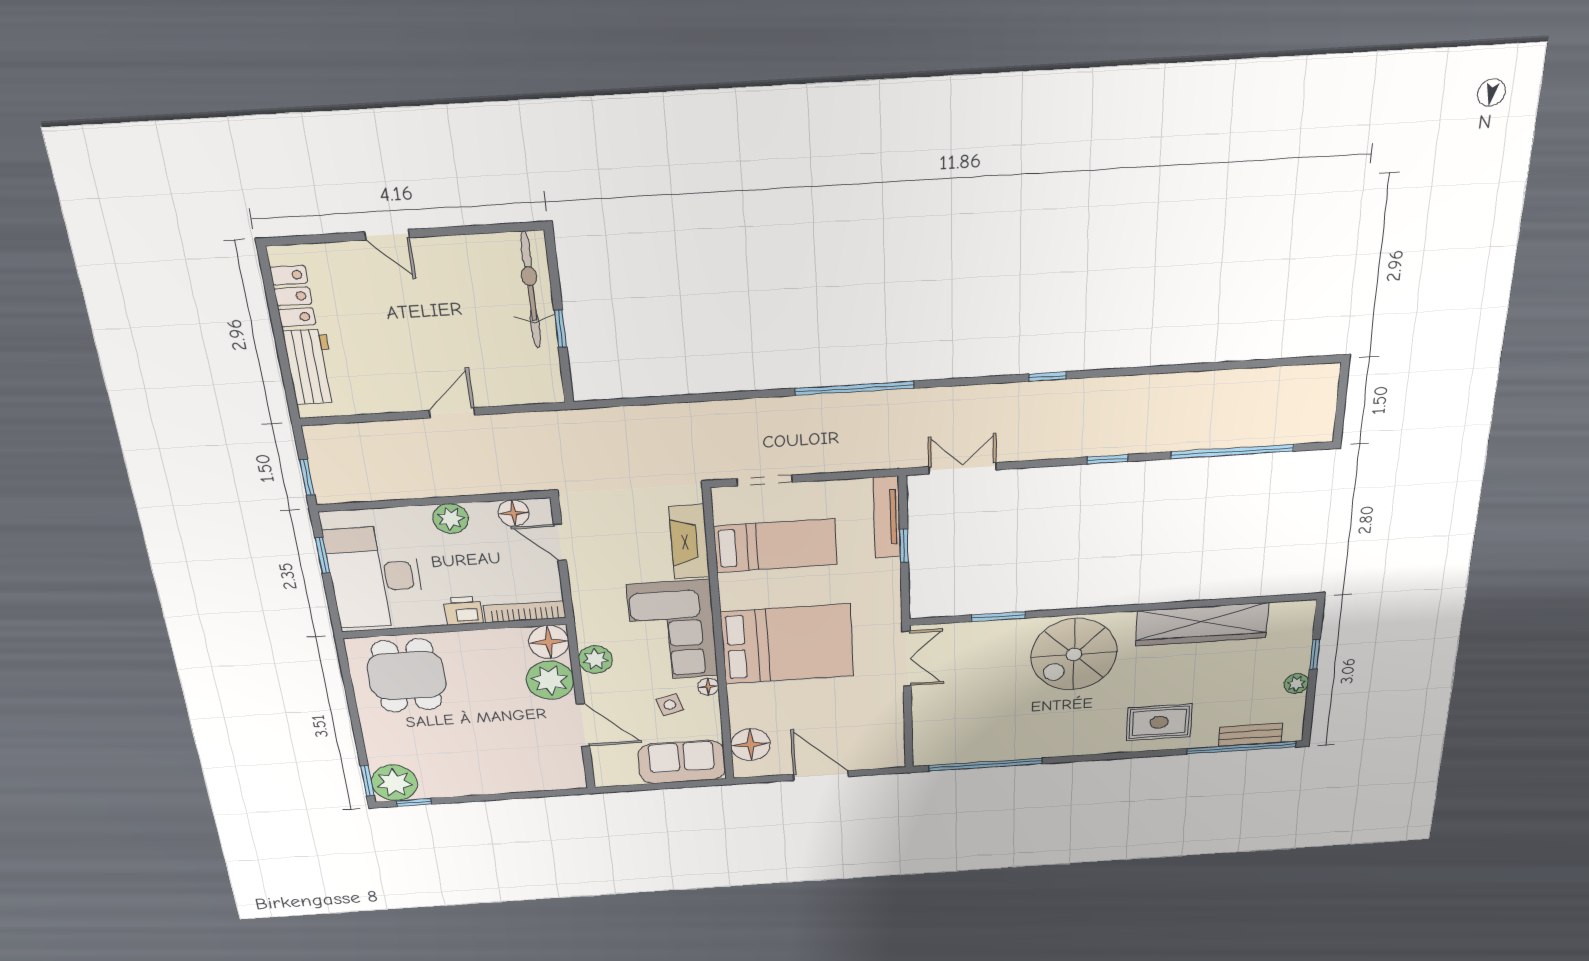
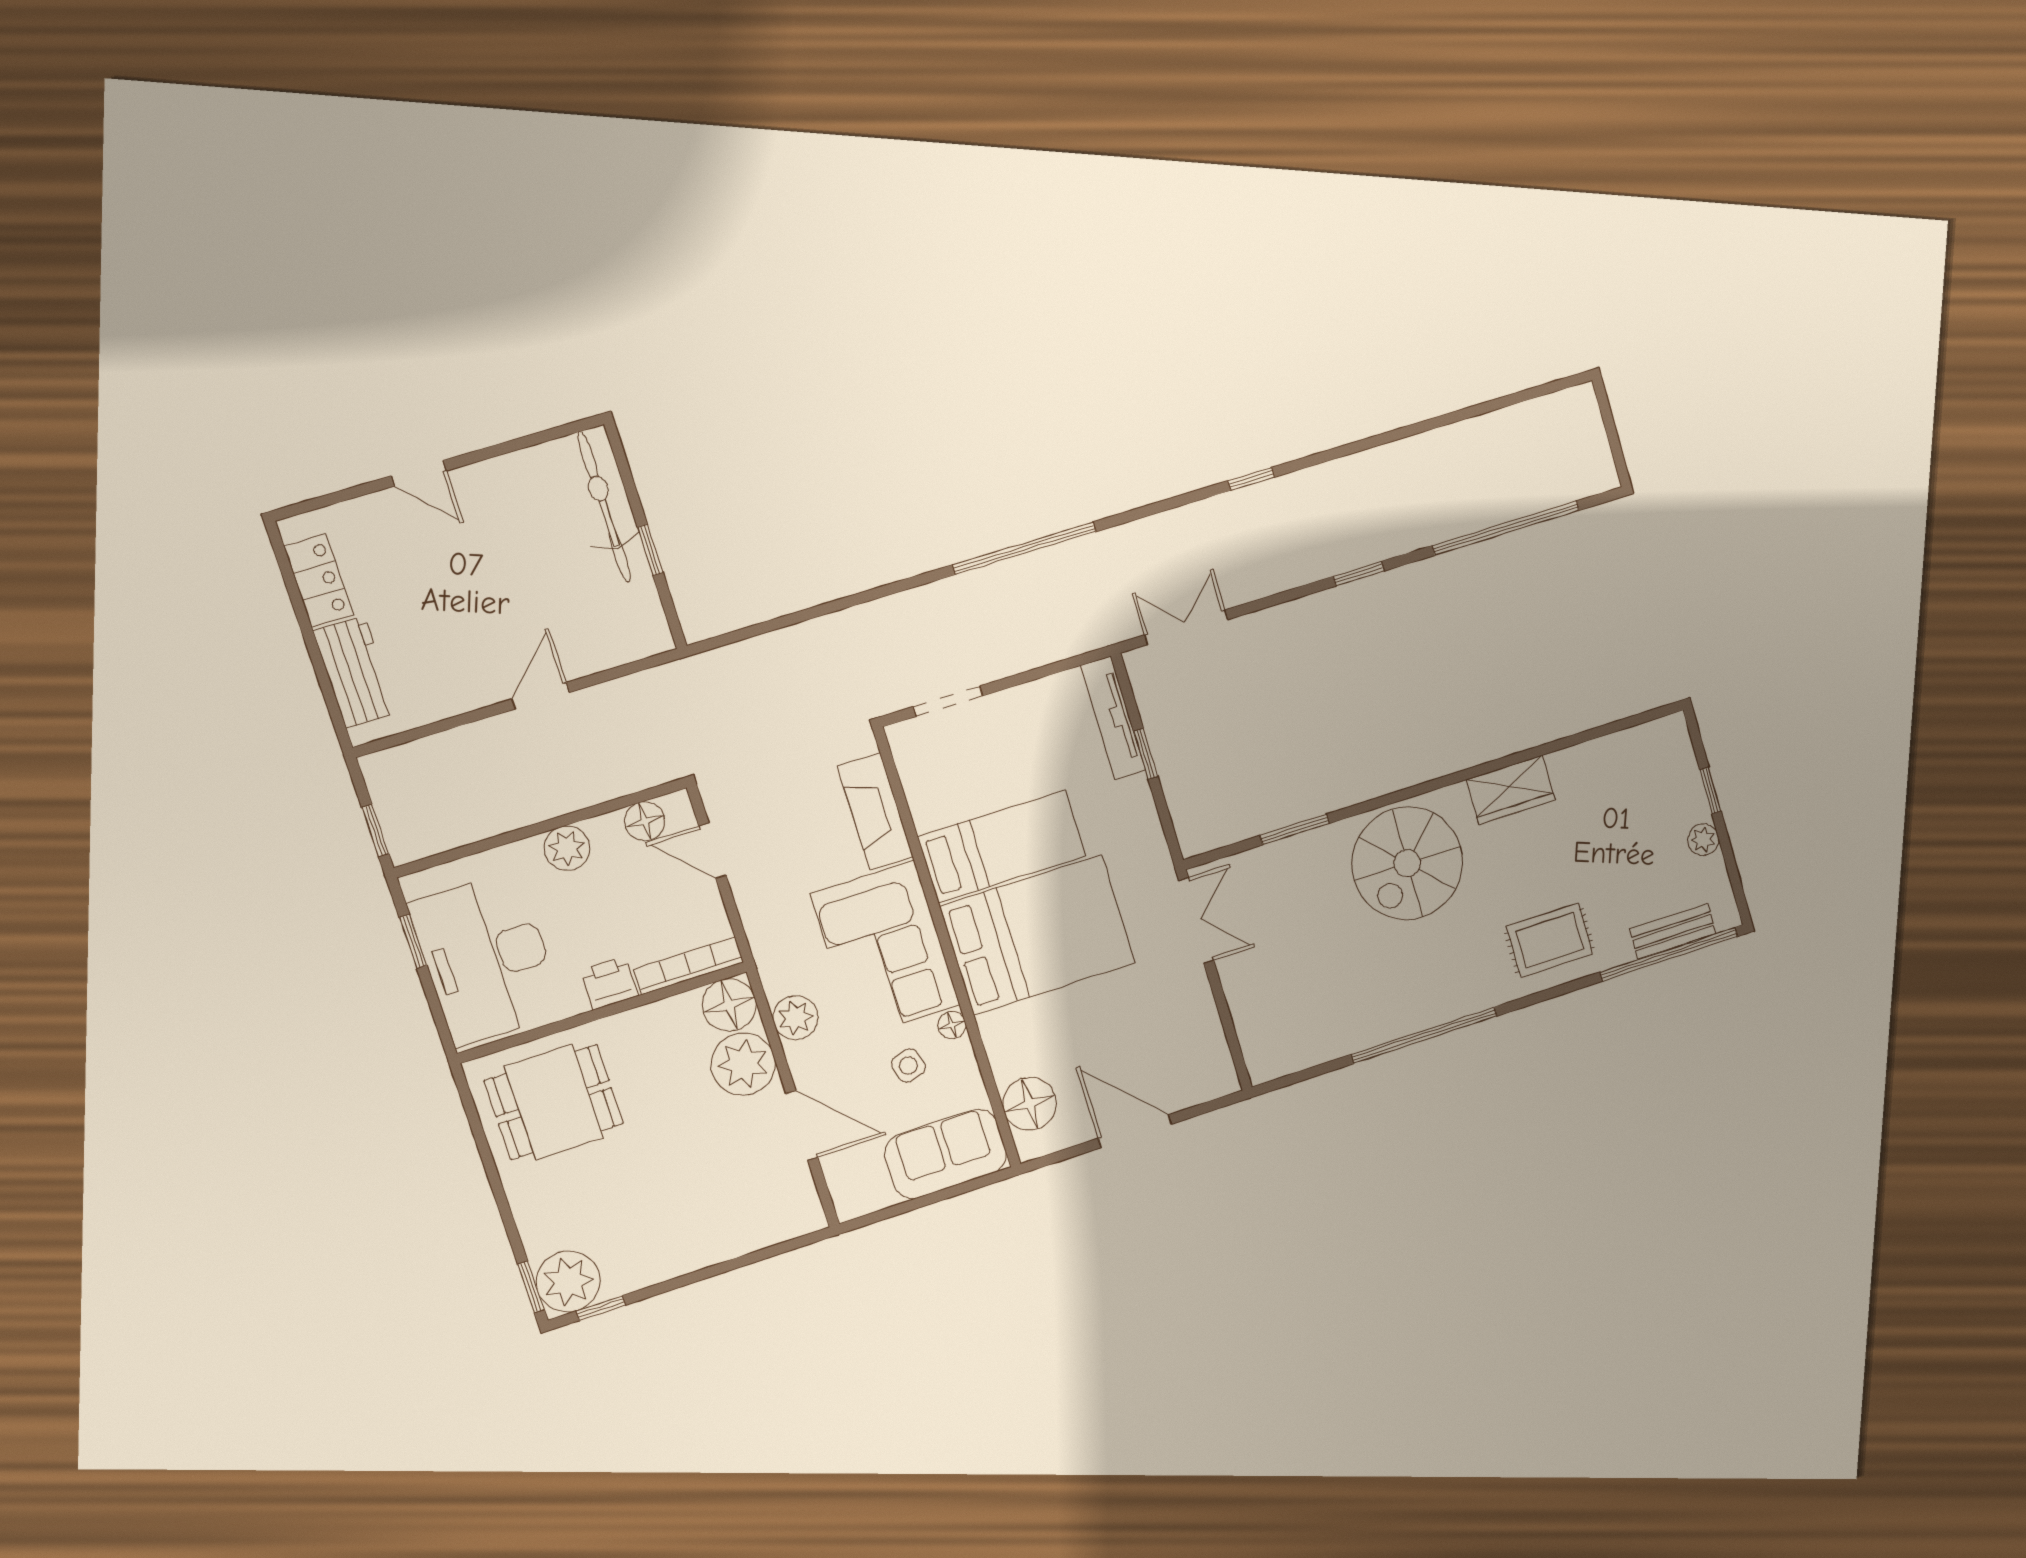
bed: (775, 545) -> (1002, 846), moved
wardrobe: (1202, 624) -> (1511, 790), width x0.48, depth x0.85
dining table: (407, 676) -> (554, 1102), turned 90
window: (986, 765) -> (1424, 1035), moved

